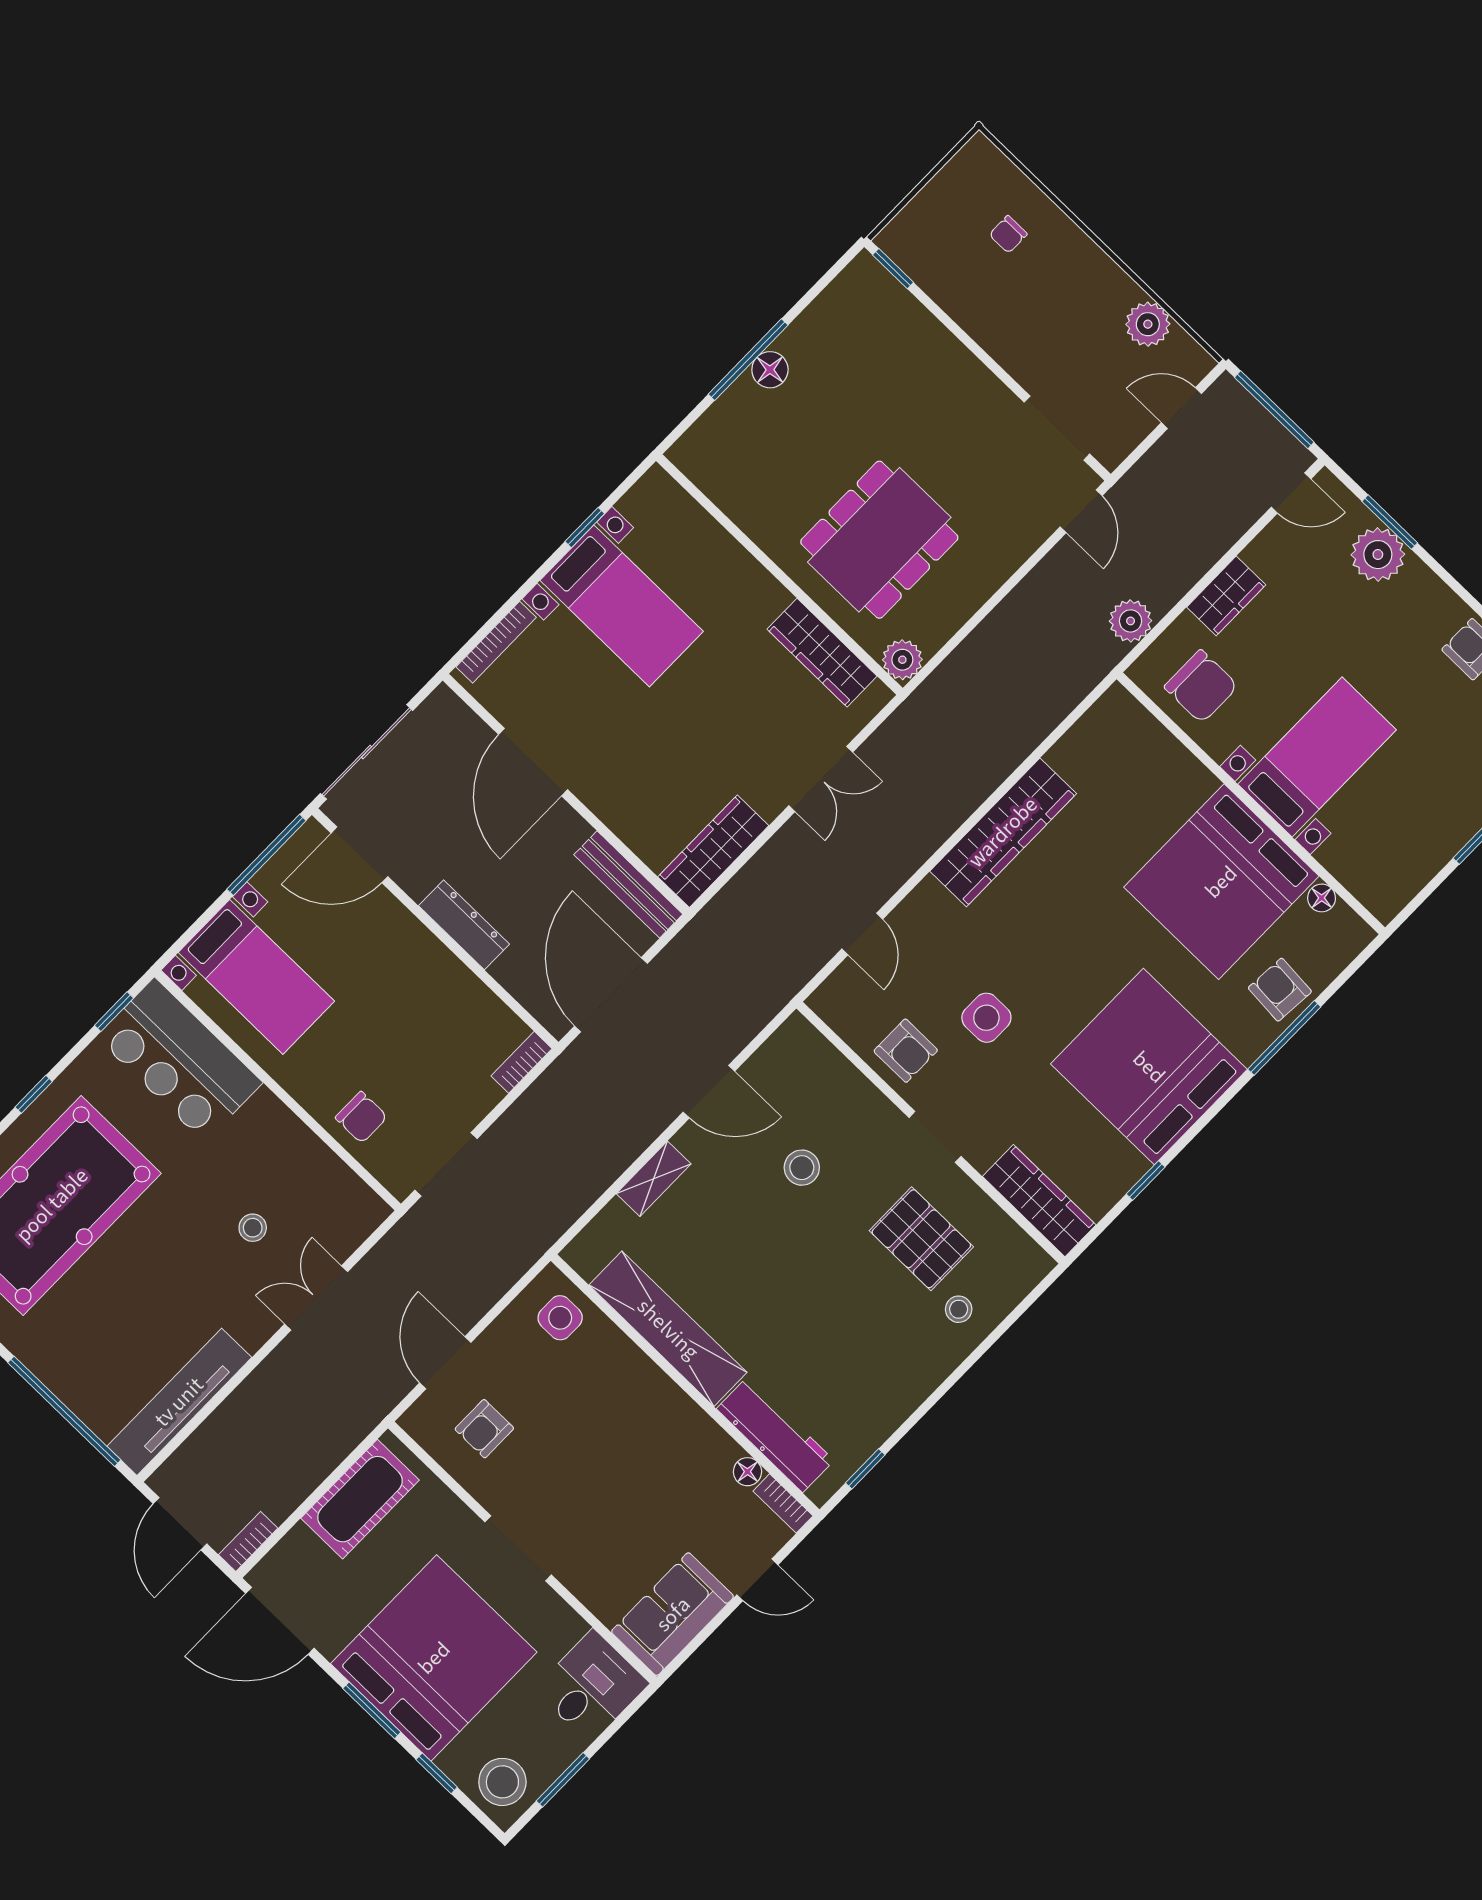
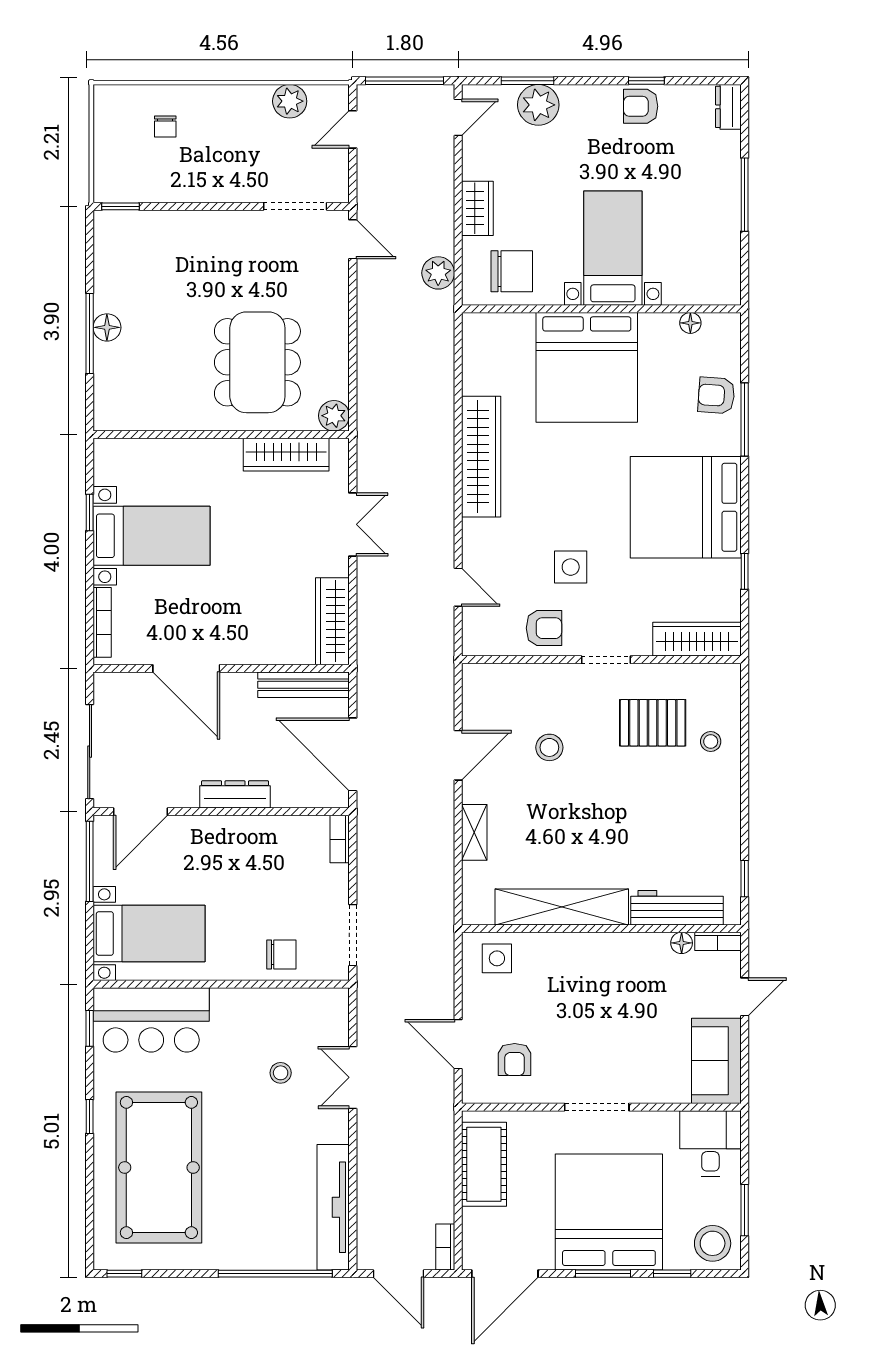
bed: (1221, 882) -> (587, 367), moved

